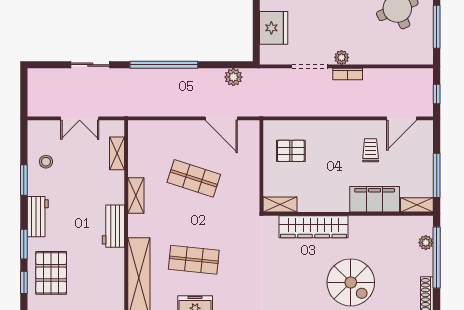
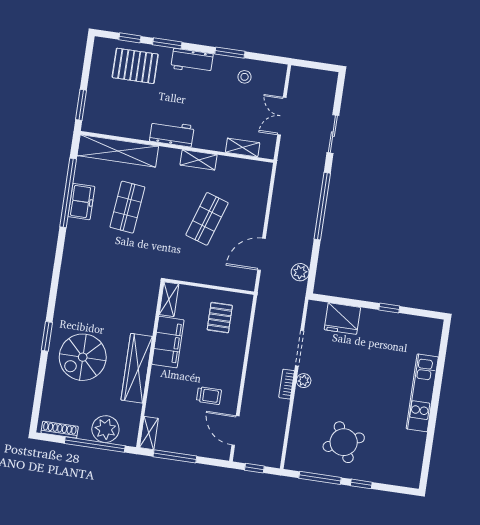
filing cabinet: (375, 199) -> (168, 342), moved
wardrobe: (314, 227) -> (137, 368), moved
plant: (426, 243) -> (105, 429), width x1.88, depth x1.88

